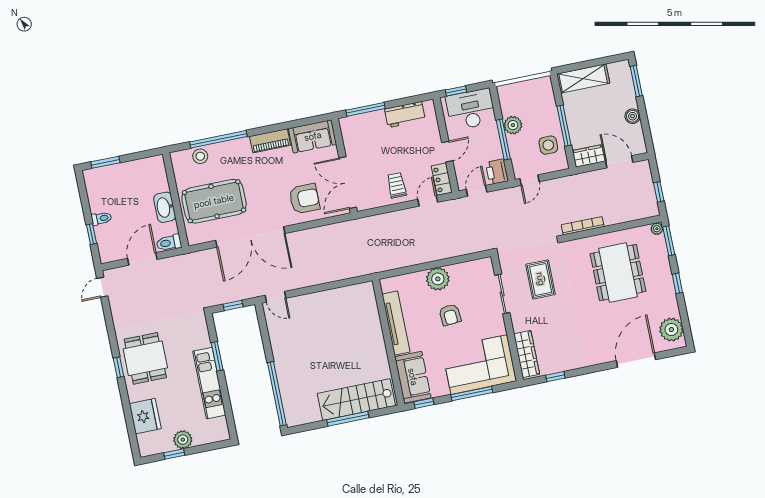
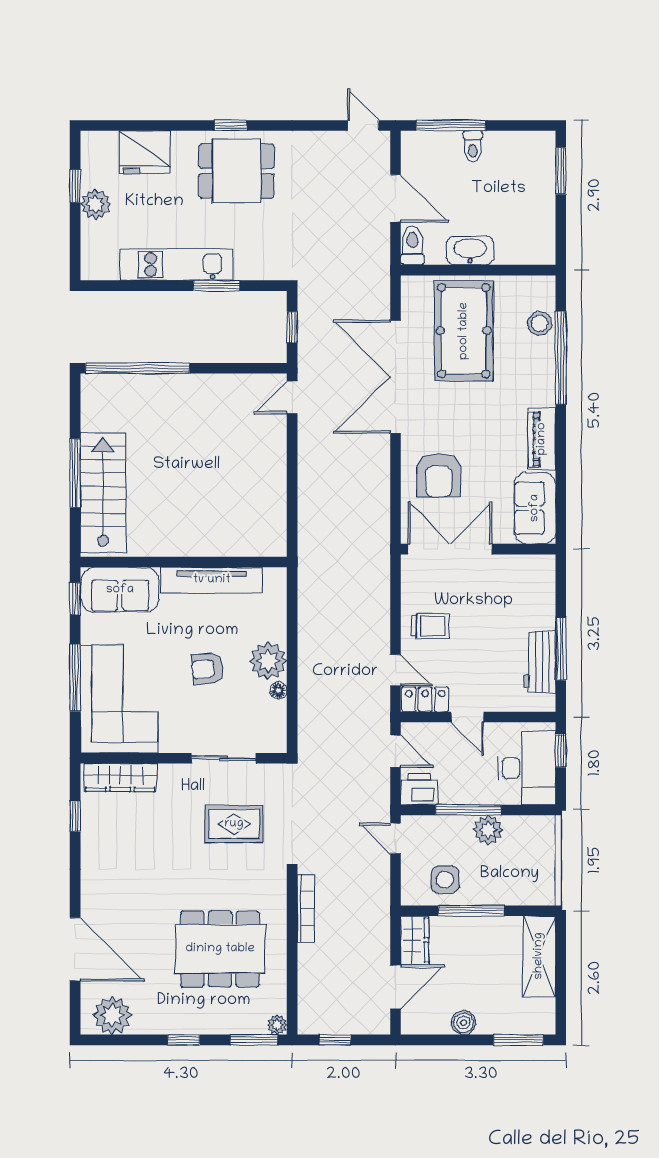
window: (366, 109) -> (561, 649), moved
window: (91, 234) -> (451, 125), width x2.17
floor lamp: (454, 269) -> (278, 690), added

